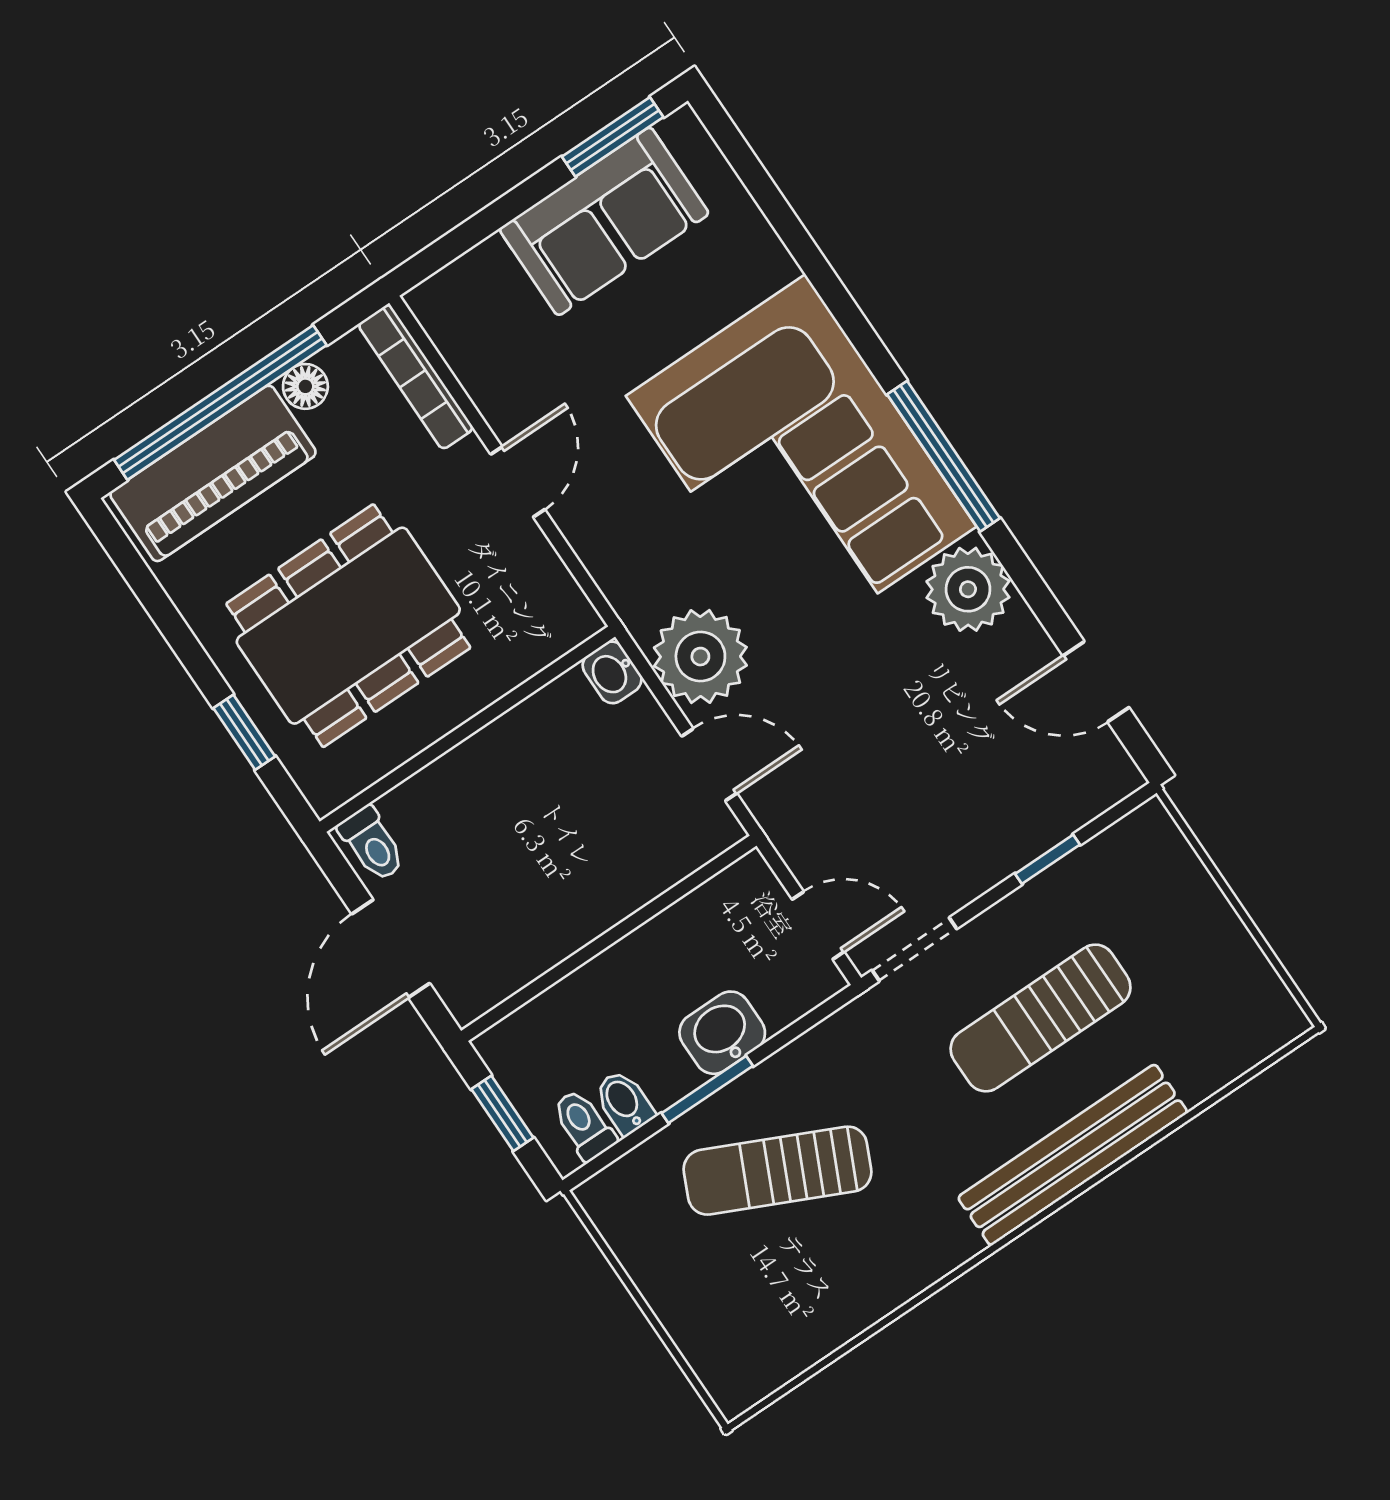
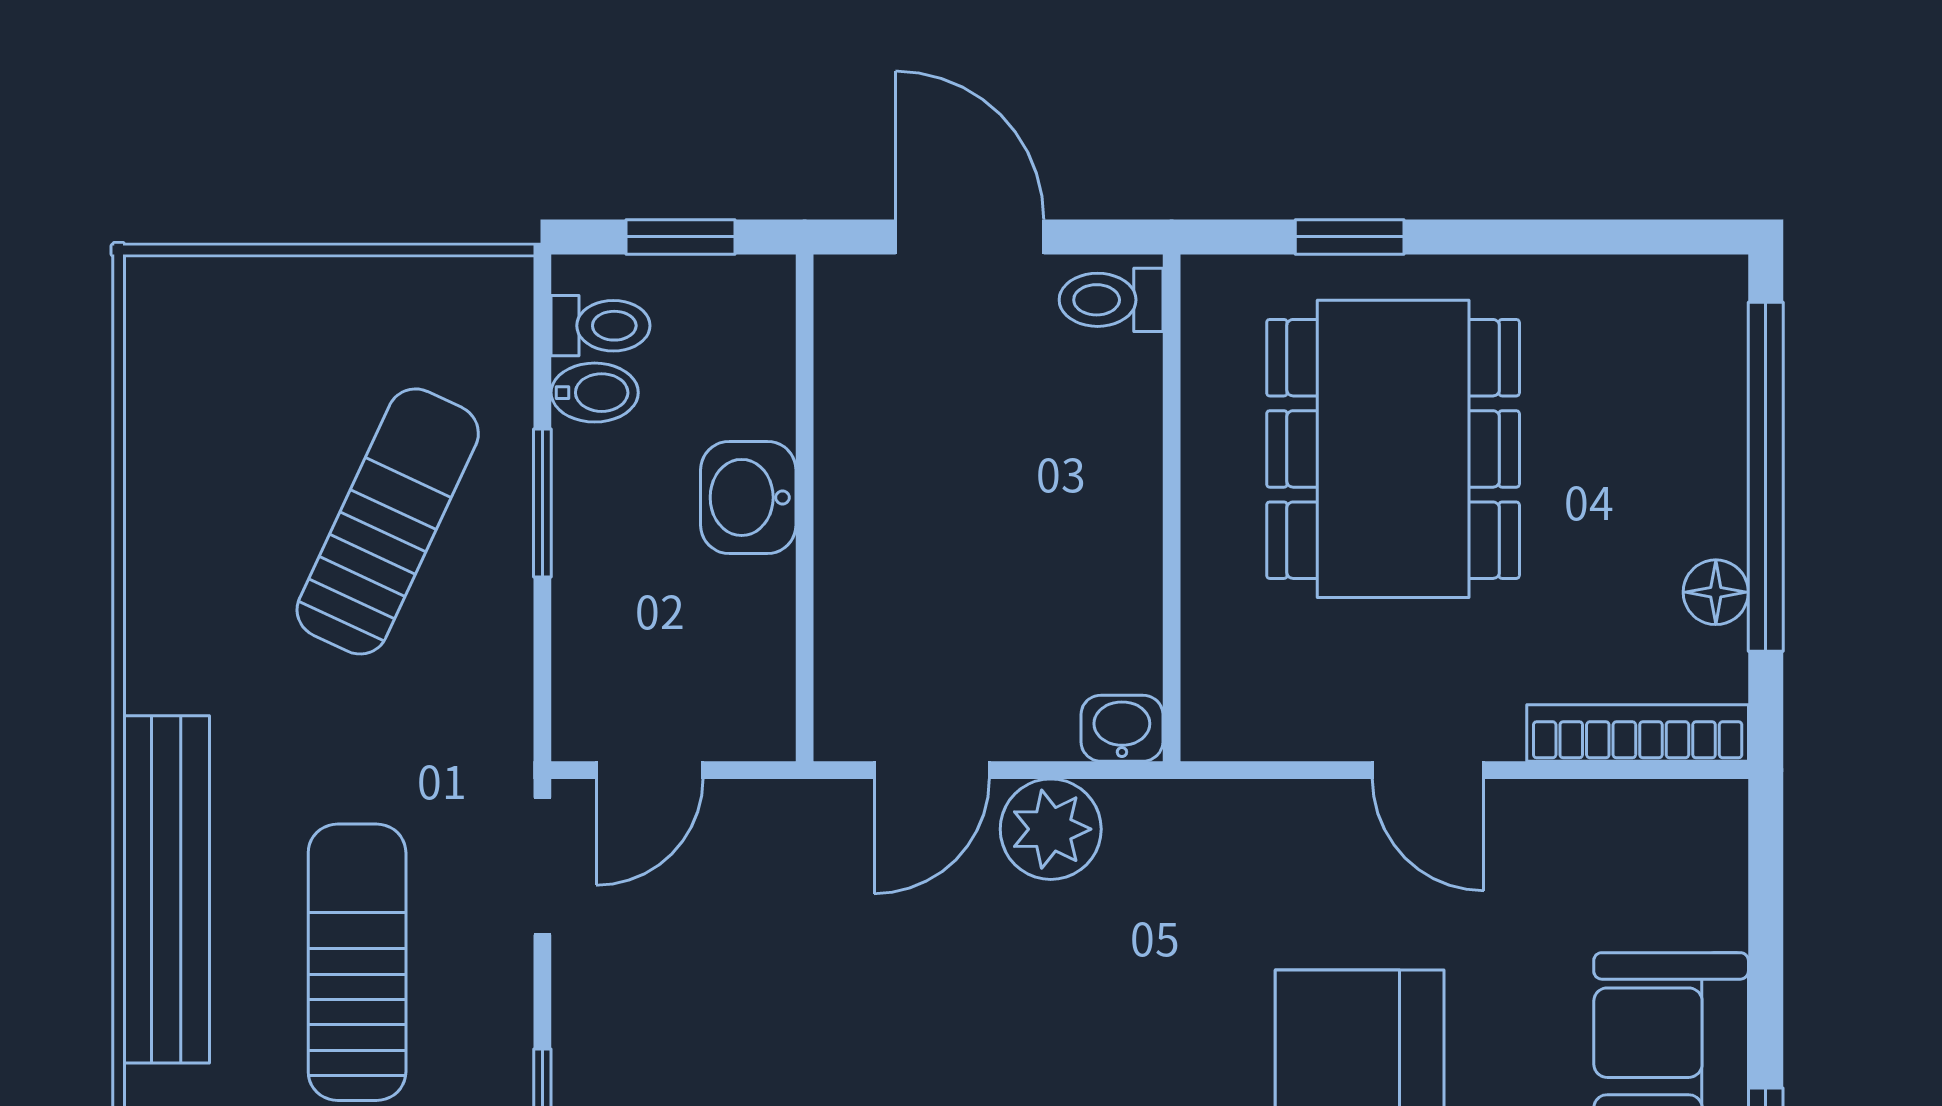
piano: (213, 473) -> (1686, 410), removed
plant: (700, 657) -> (1051, 829), width x0.73, depth x0.73
washbasin: (722, 1033) -> (748, 497), moved, turned 180

